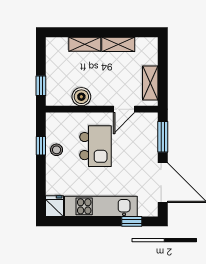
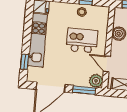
plant: (149, 122) -> (96, 81), added
kitchen island: (96, 146) -> (82, 41), turned 180

